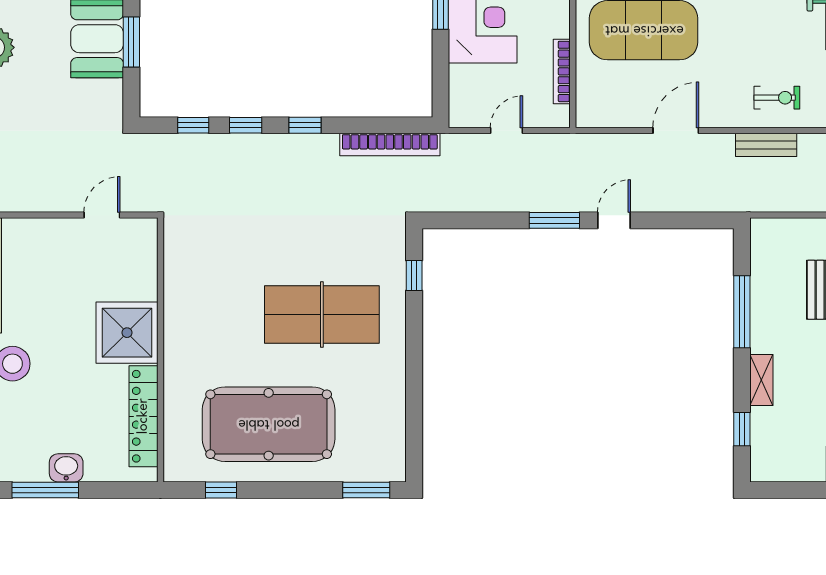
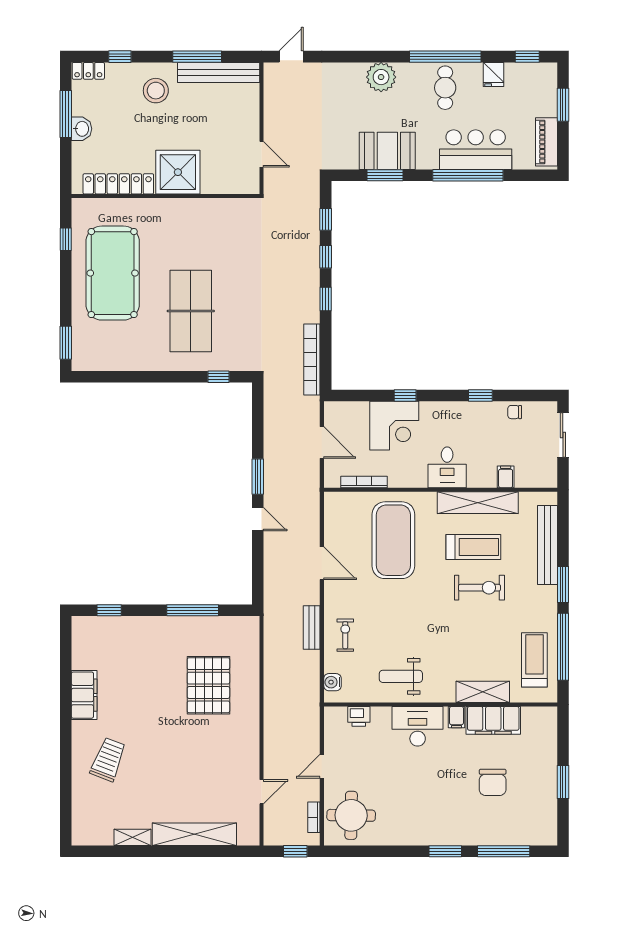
exercise bike: (777, 98) -> (345, 635), turned 180
door: (506, 131) -> (322, 443), width x1.38
shelving: (761, 380) -> (144, 624), removed

